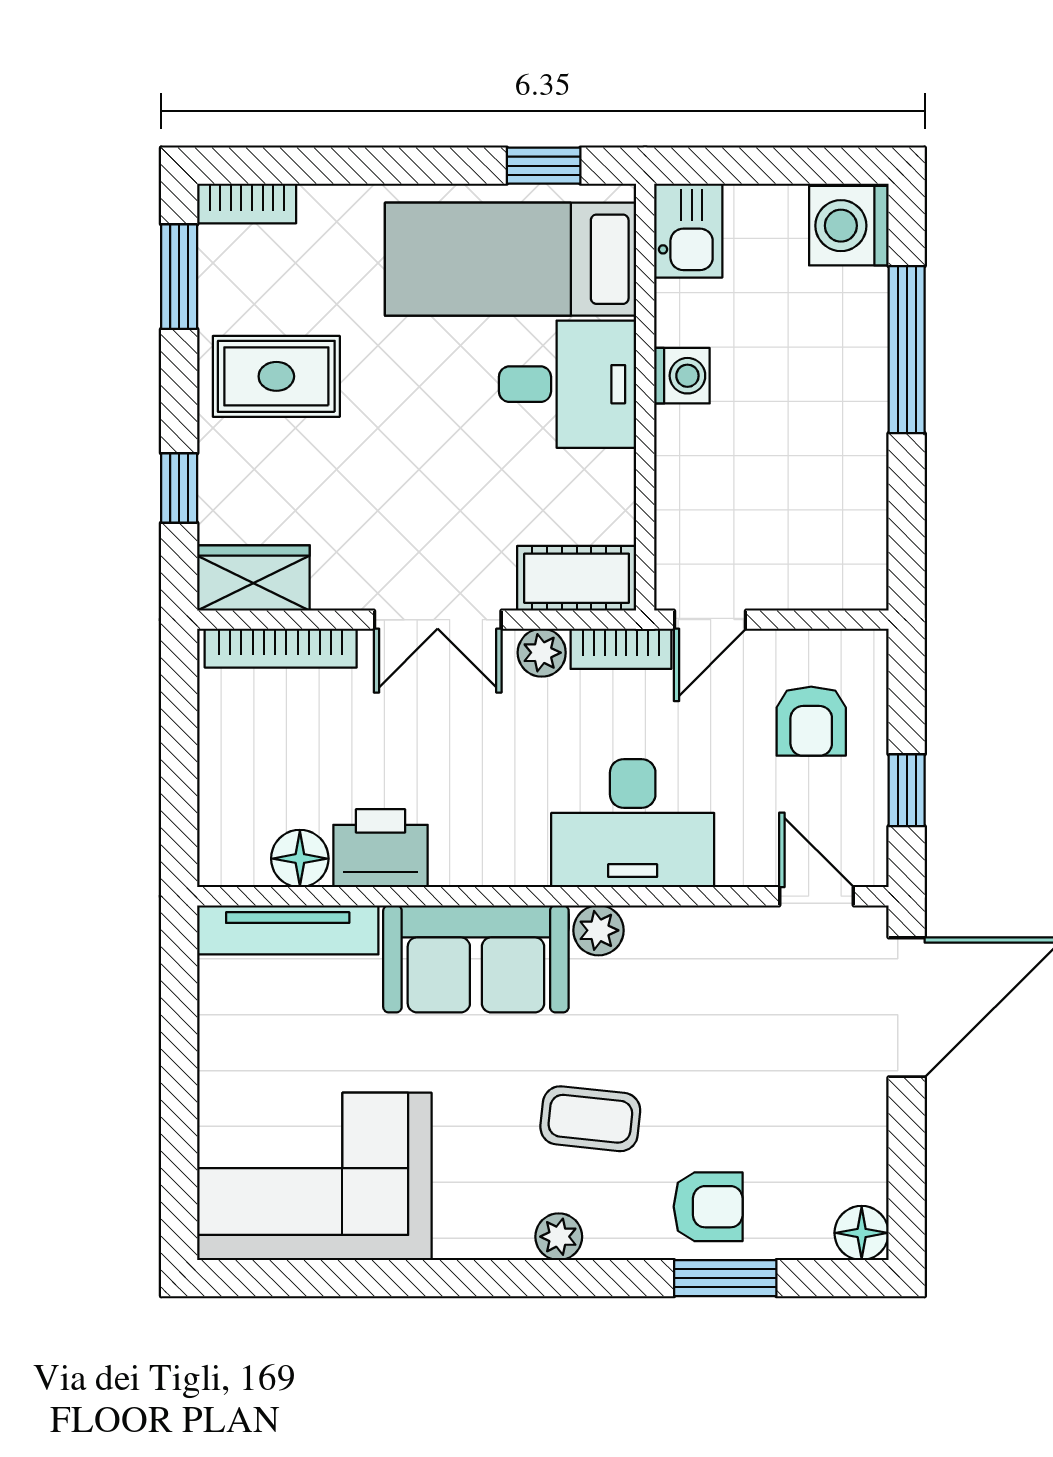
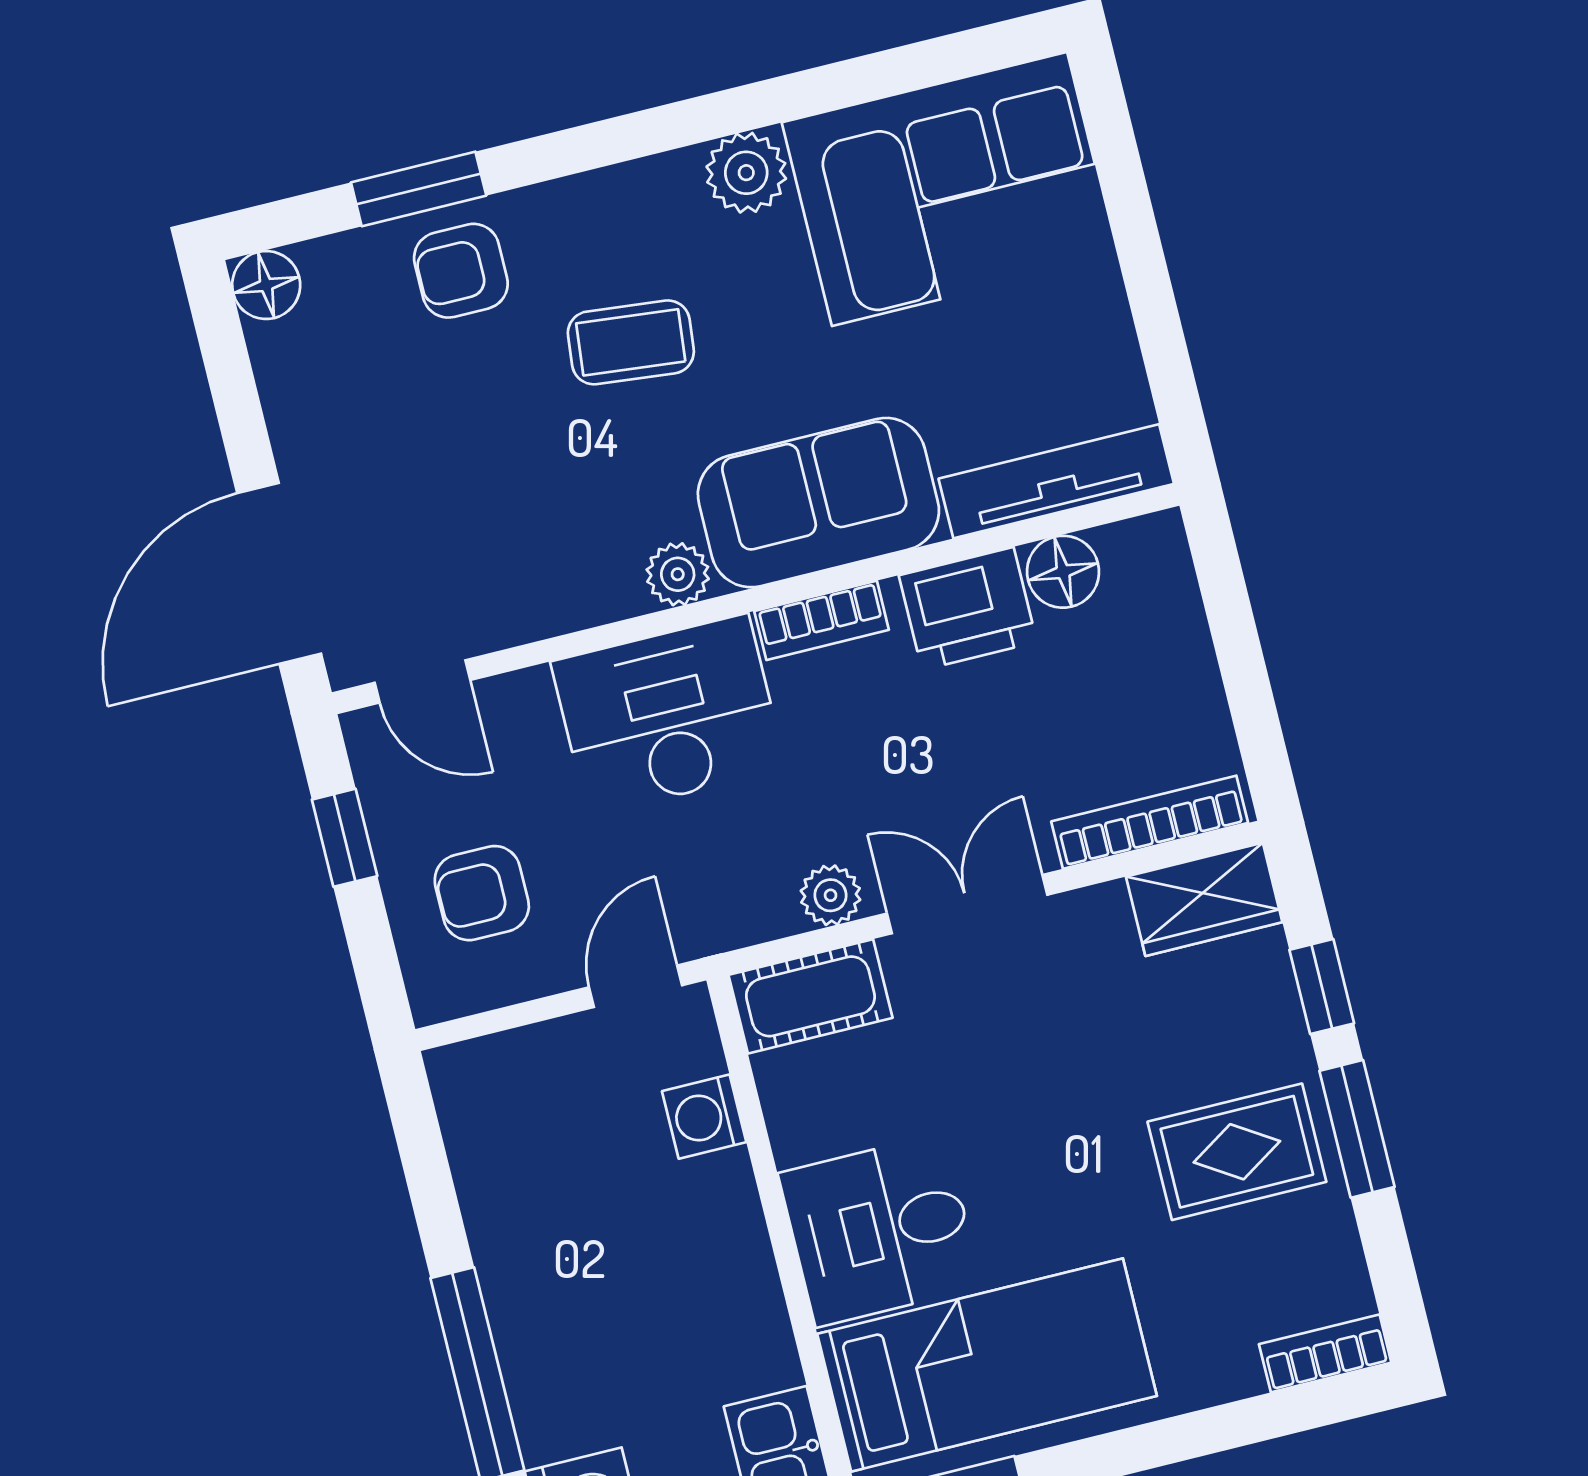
window: (179, 277) -> (1357, 1129), moved
washing machine: (682, 376) -> (704, 1117), moved
bookcase: (621, 649) -> (822, 620), moved, turned 180
armchair: (811, 721) -> (482, 893), turned -90
plant: (559, 1237) -> (746, 173), moved, width x1.38, depth x1.38

